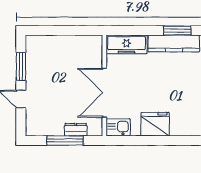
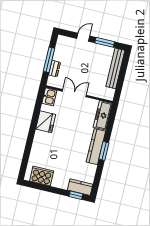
bench: (55, 42) -> (115, 68), added
double door: (104, 93) -> (74, 93), width x0.73

